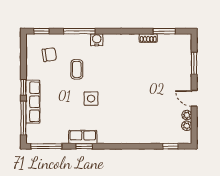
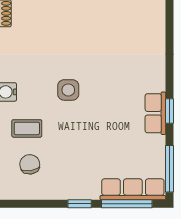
coffee table: (77, 69) -> (27, 128), moved
side table: (91, 99) -> (68, 90), moved
row of seats: (33, 102) -> (133, 189), moved

